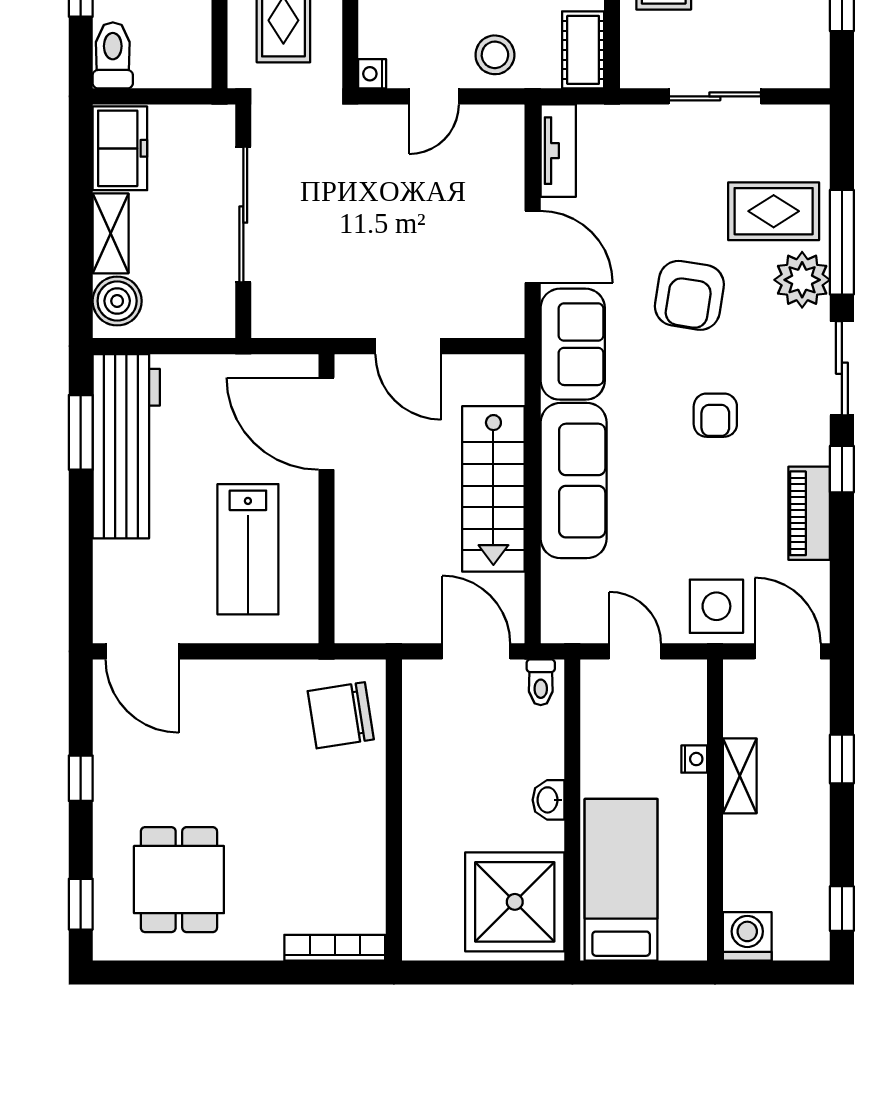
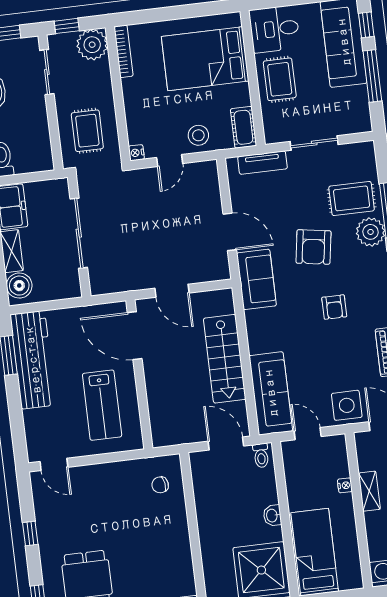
tv unit: (558, 151) -> (262, 163), moved, turned 90
sofa: (574, 481) -> (271, 393), moved
door: (142, 651) -> (54, 464), width x0.73
chair: (341, 715) -> (160, 485), width x0.54, depth x0.54

